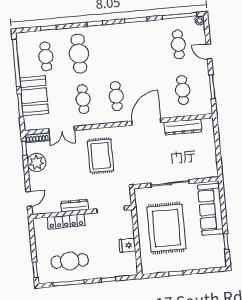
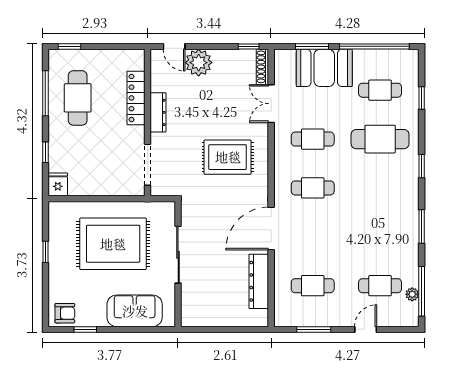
plant: (200, 20) -> (412, 294), moved
door: (146, 122) -> (271, 229), swing flipped
plant: (37, 162) -> (199, 63), moved
sofa: (211, 209) -> (135, 311), width x0.73
fridge: (127, 245) -> (58, 184), moved
armchair: (216, 256) -> (65, 313), added

